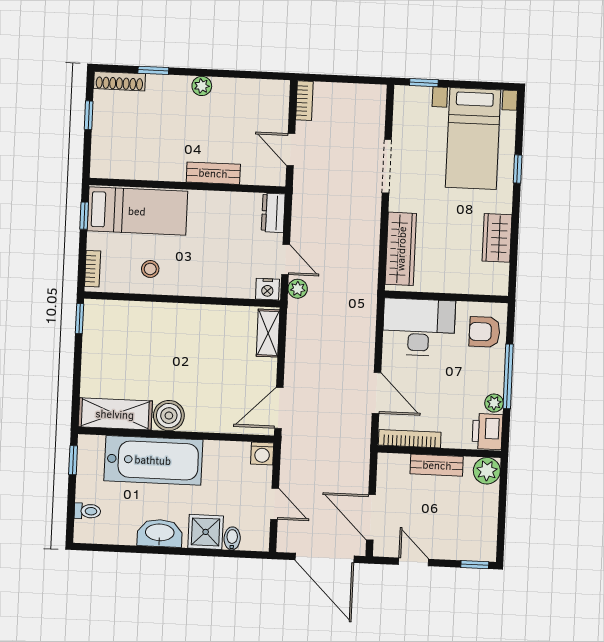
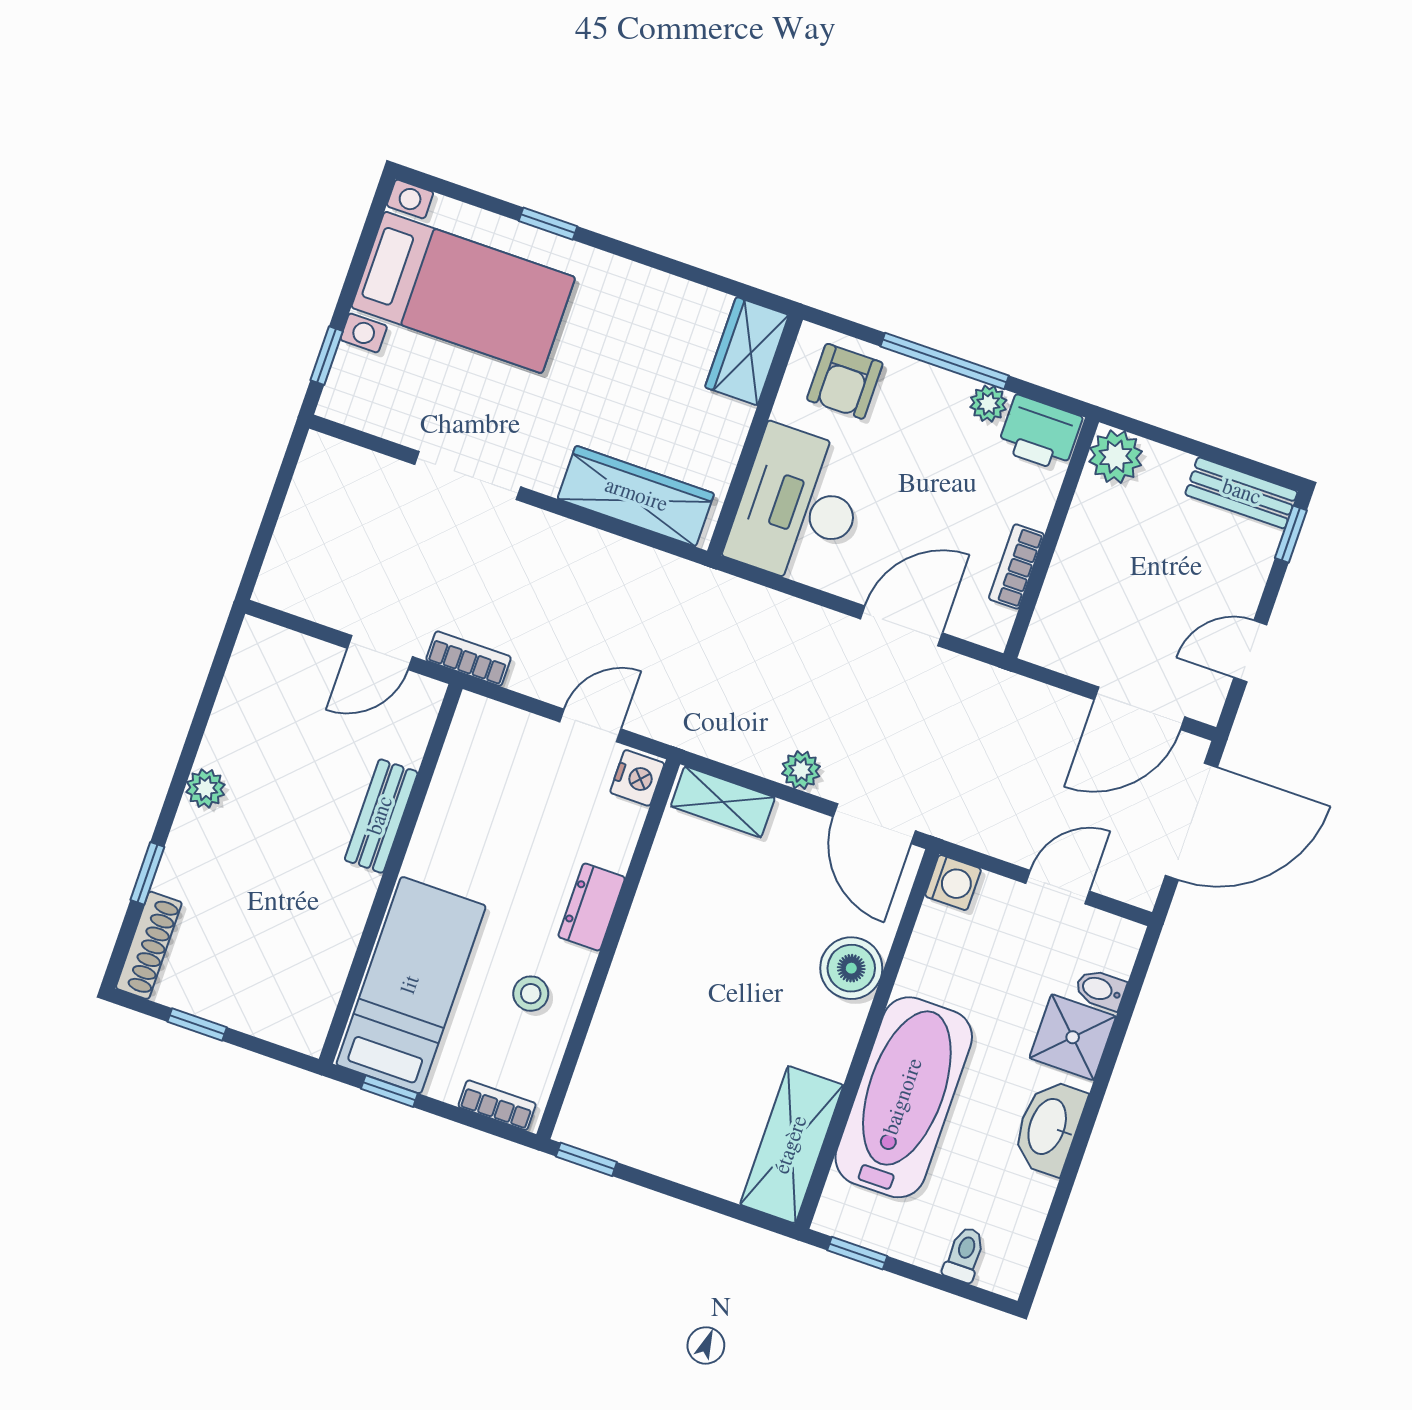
bookcase: (304, 101) -> (469, 659), moved
dresser: (273, 213) -> (592, 907), moved, turned 90
wardrobe: (497, 238) -> (747, 351), moved, turned 90
plant: (298, 289) -> (801, 770), moved
boiler: (169, 416) -> (851, 968), moved
bookcase: (410, 439) -> (1017, 567), width x0.64
bench: (437, 465) -> (1241, 493), moved, turned 90

